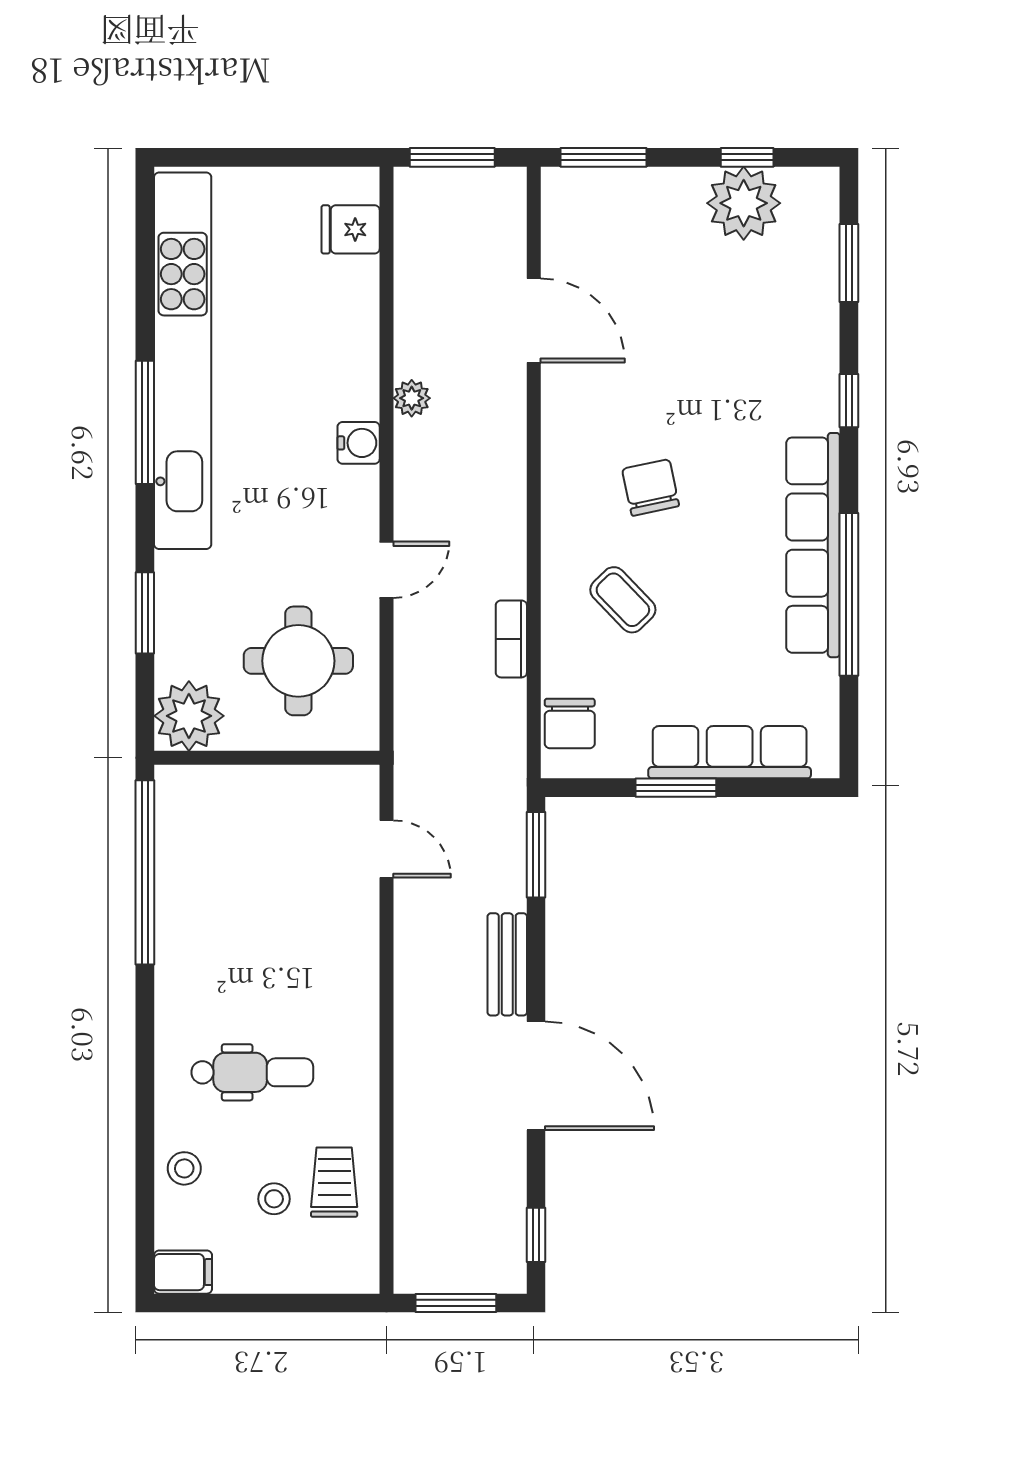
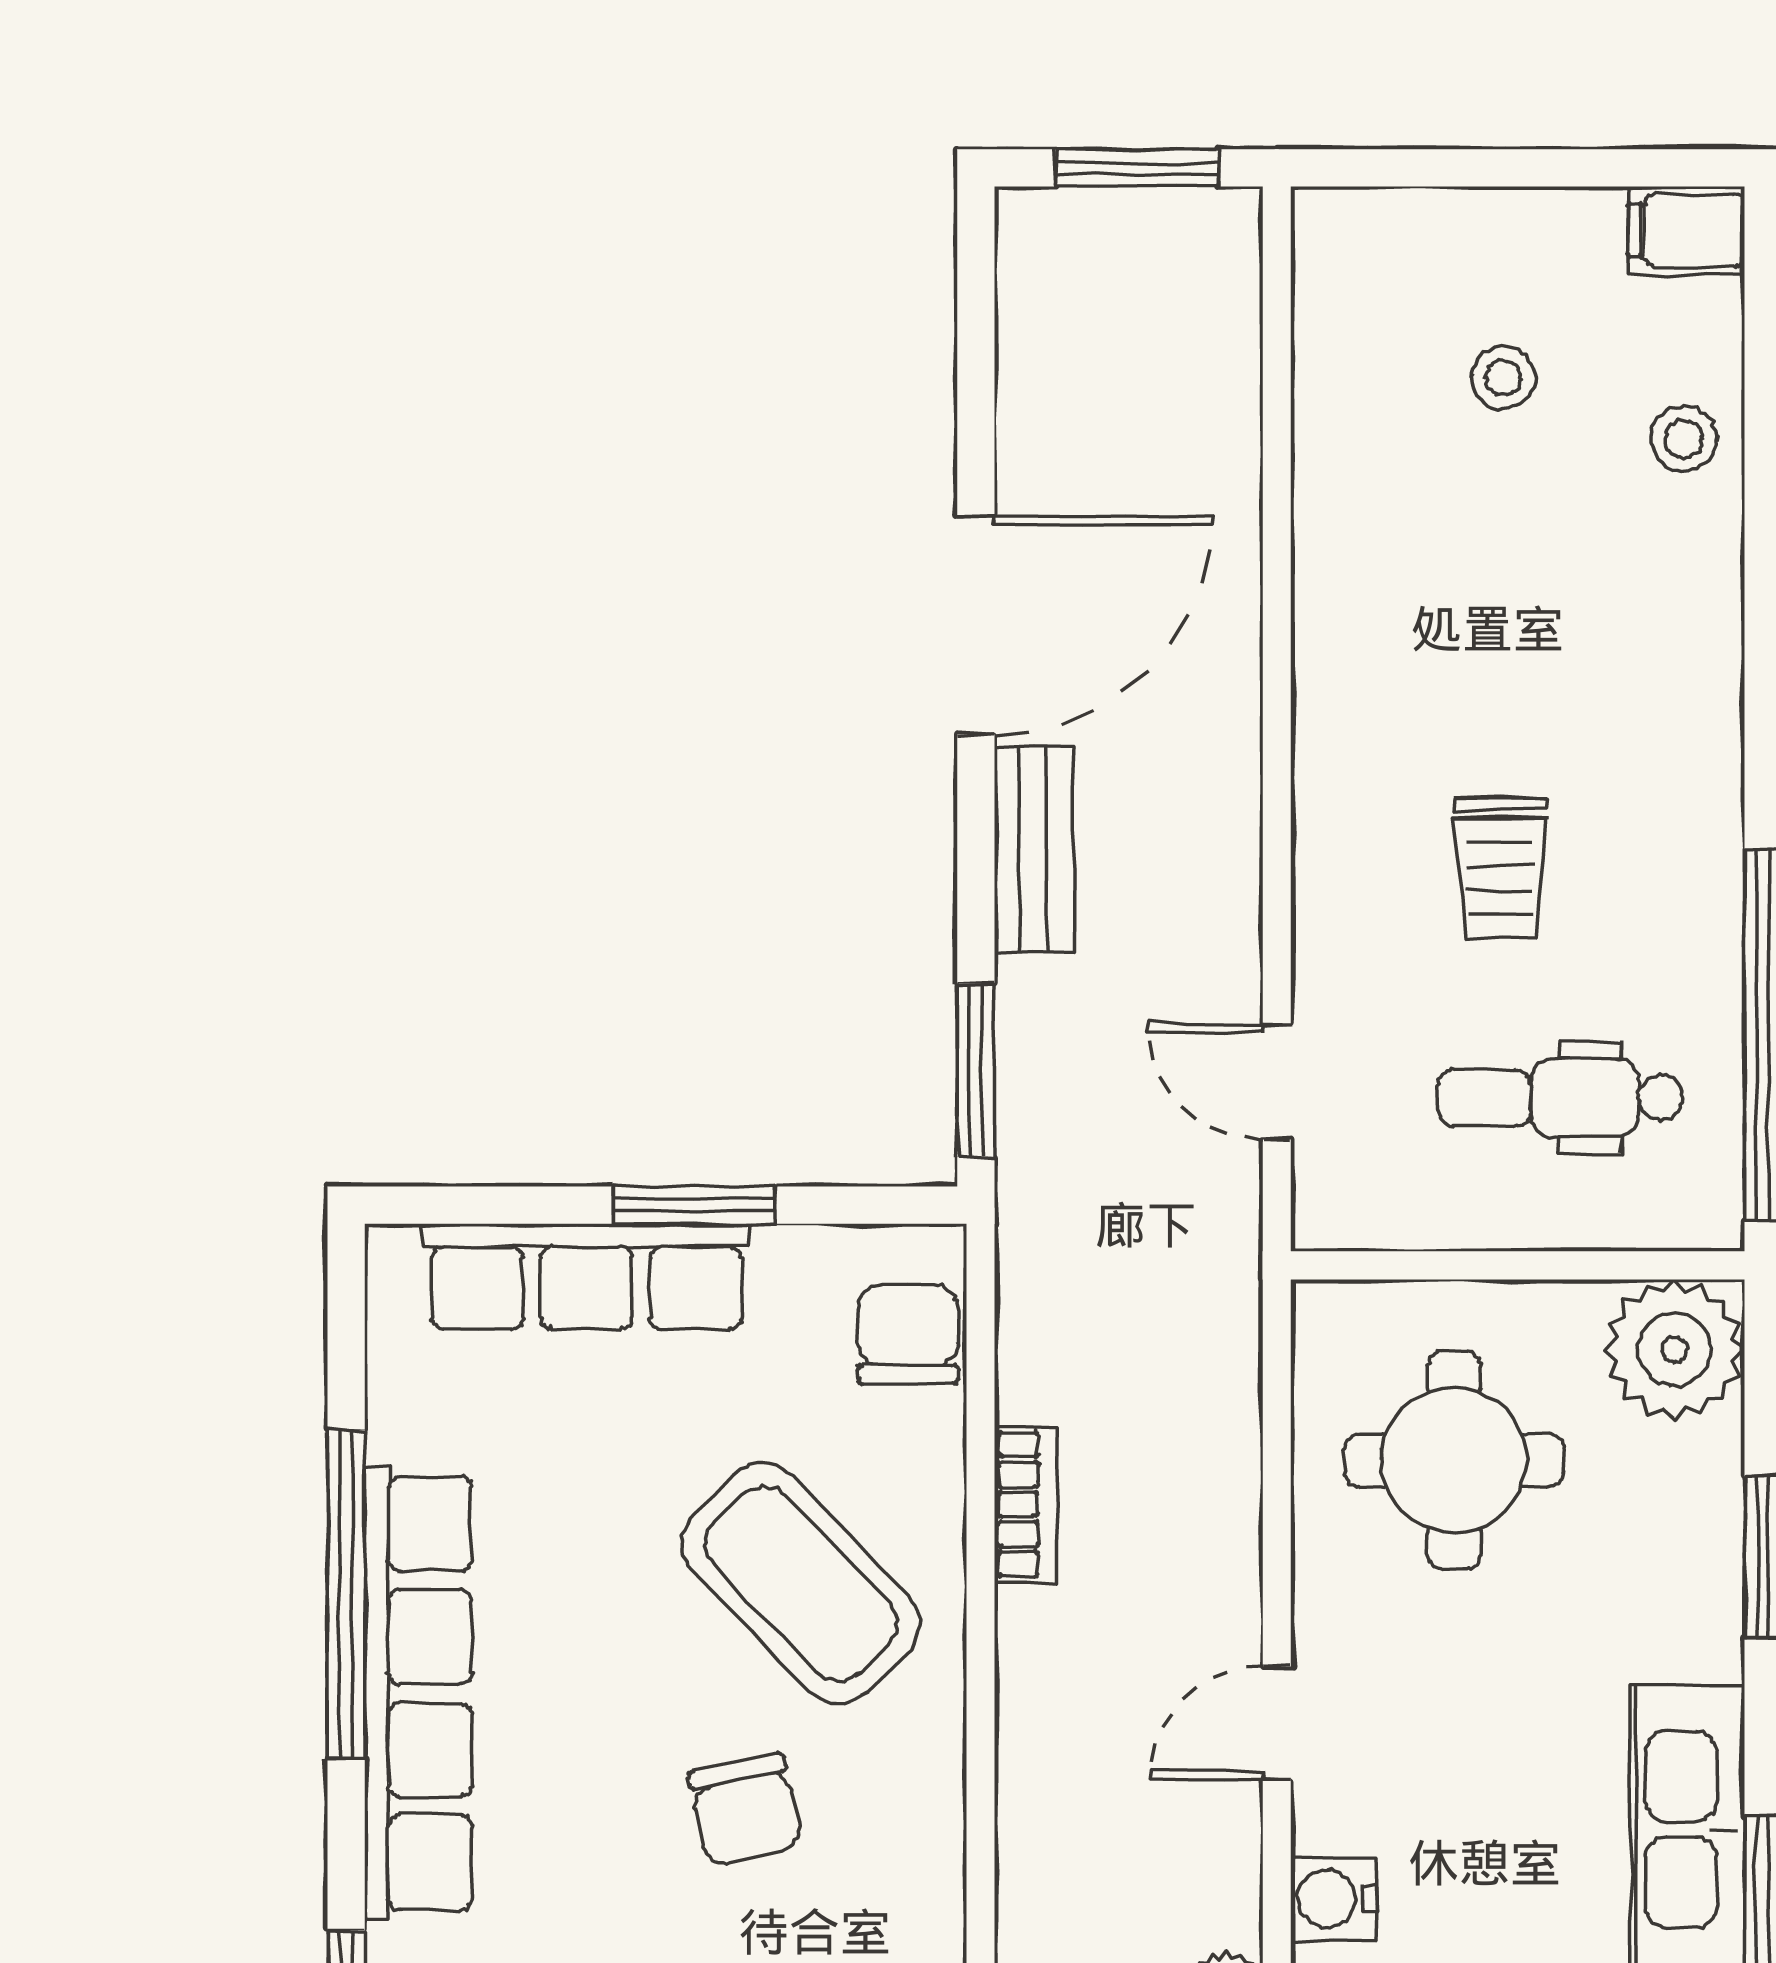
door: (386, 570) -> (1277, 1723), moved
coffee table: (623, 600) -> (801, 1583), width x1.86, depth x1.72
dental chair: (252, 1072) -> (1560, 1098), moved
door: (536, 1076) -> (976, 625), swing flipped
trolley: (334, 1182) -> (1500, 868), moved
window: (536, 1235) -> (976, 305), removed

